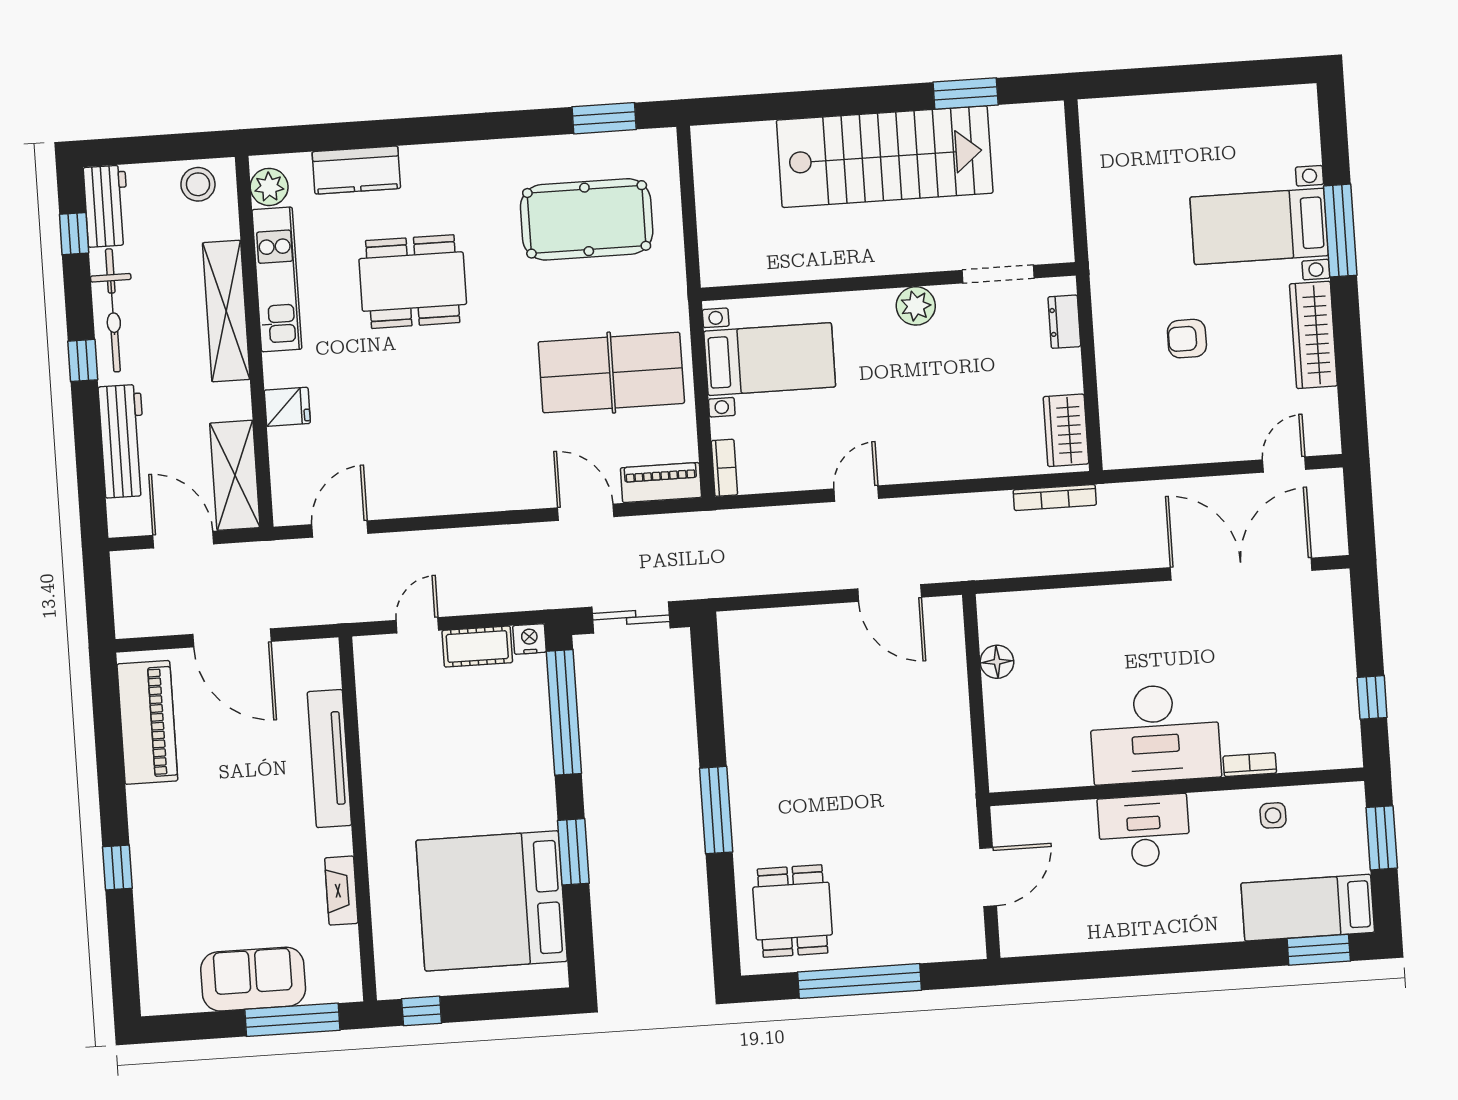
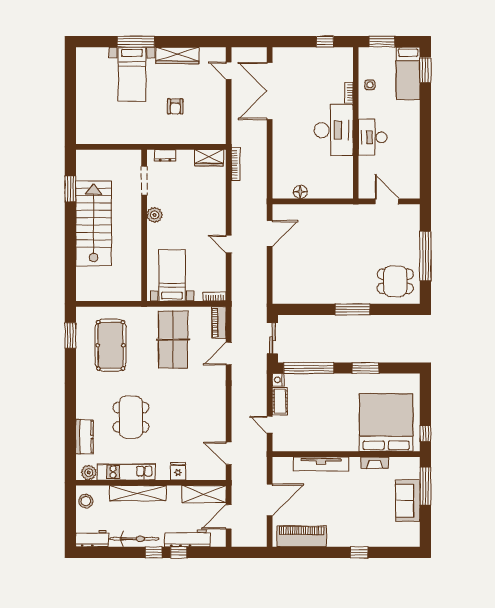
window: (74, 234) -> (179, 552), moved
bed: (492, 901) -> (386, 422), moved, turned 180

